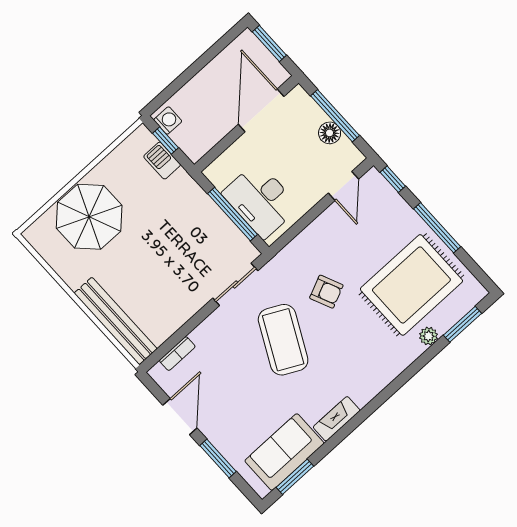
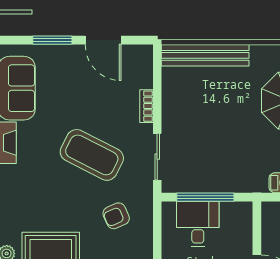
desk: (261, 200) -> (198, 224), width x0.73
armchair: (326, 292) -> (116, 216), moved
bookcase: (177, 354) -> (146, 106), moved

